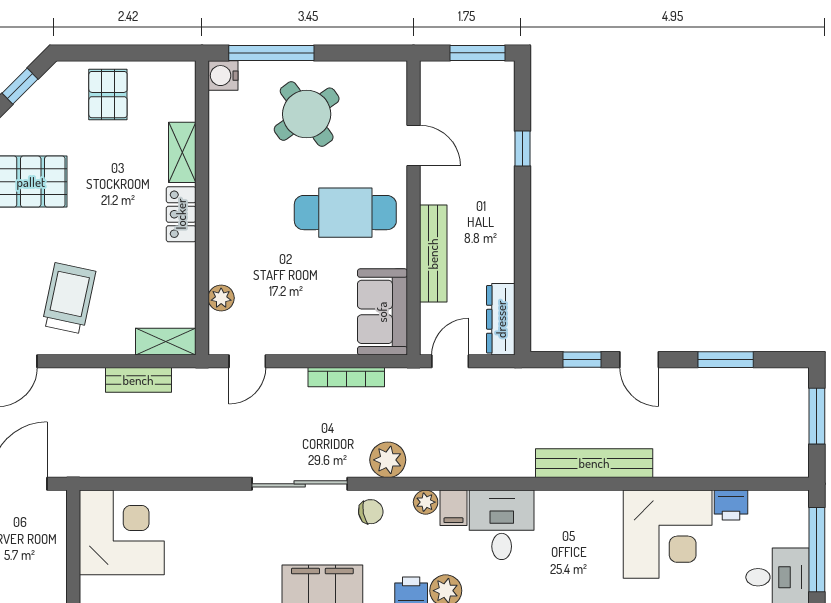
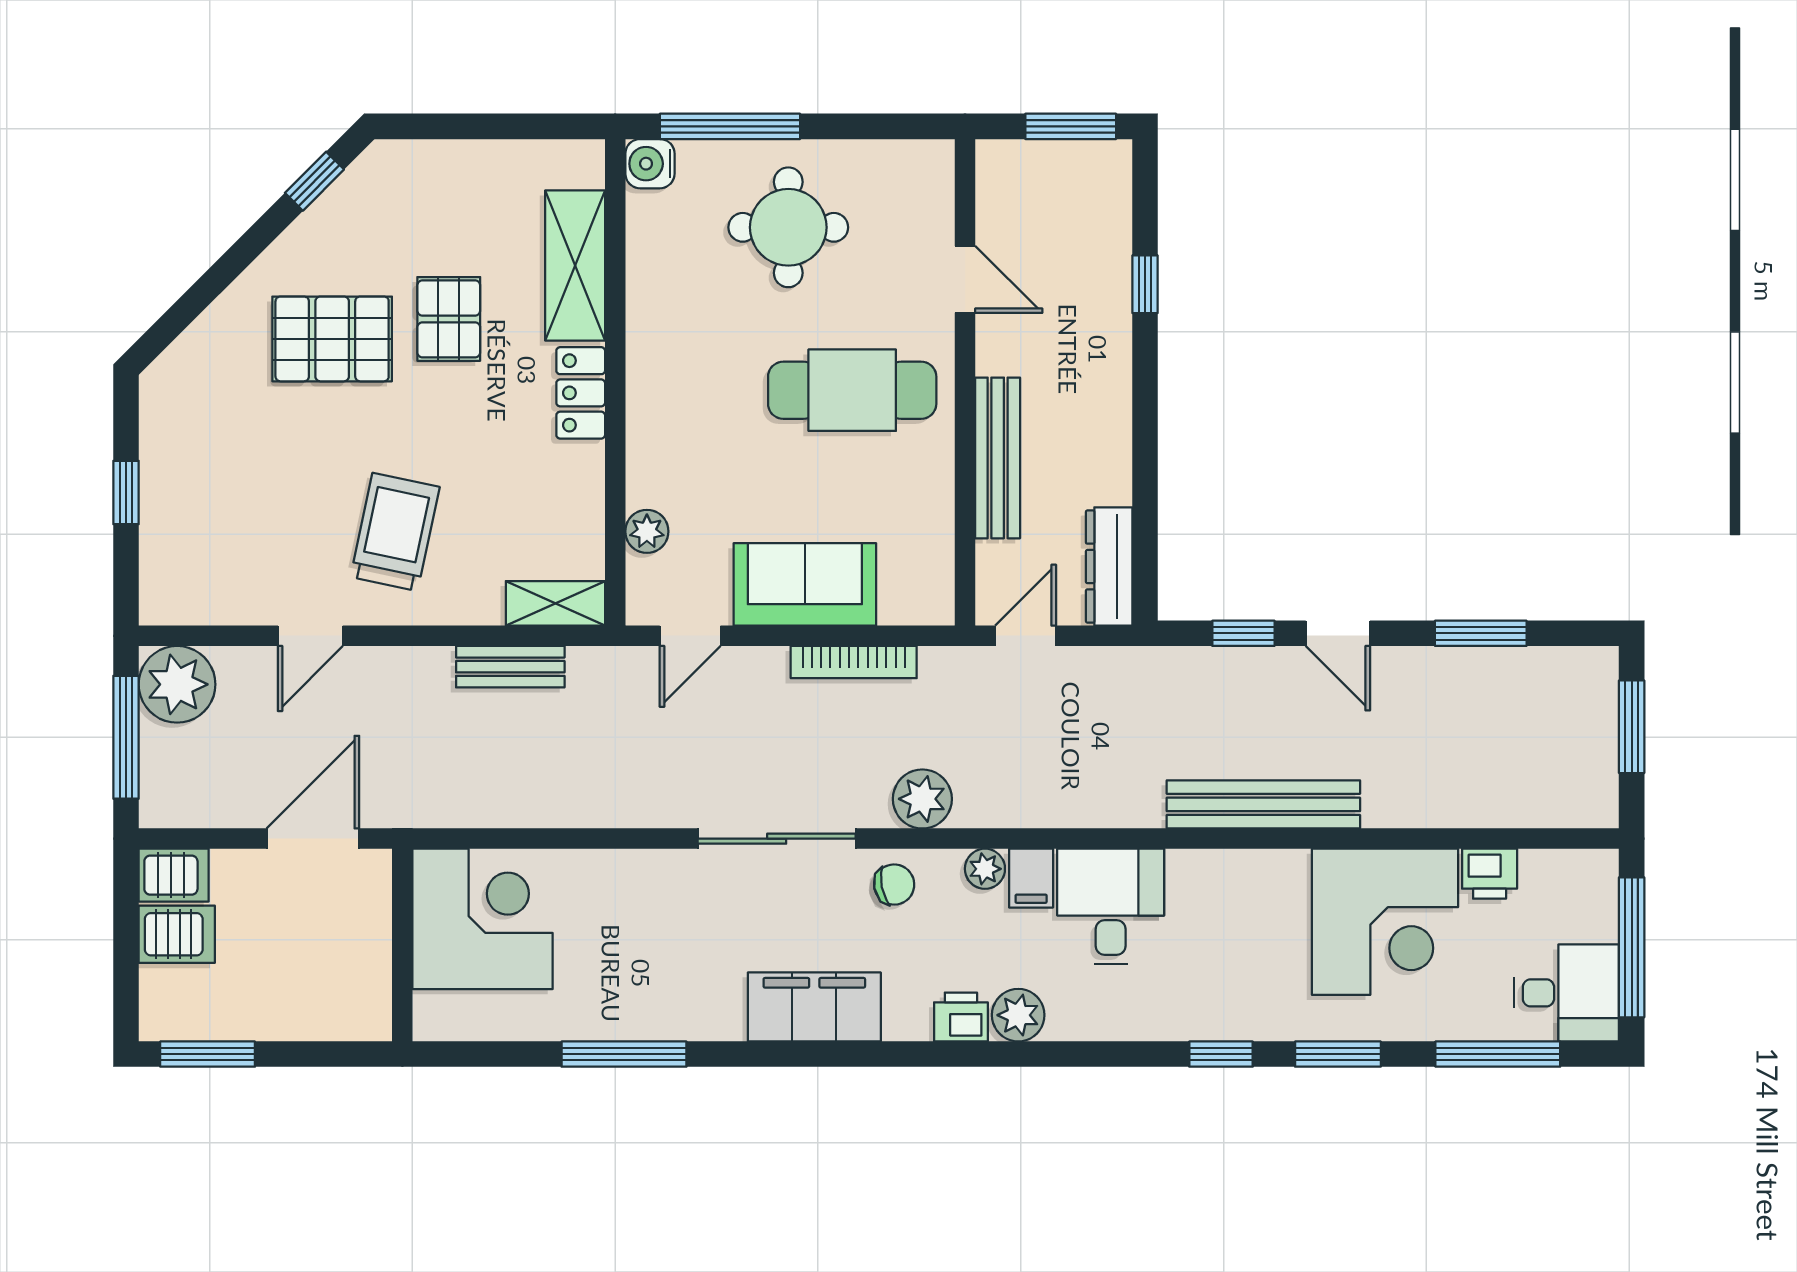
pallet: (108, 95) -> (449, 319), moved
round table: (307, 114) -> (788, 227), turned 36
shelving: (182, 152) -> (575, 266), width x1.50, depth x1.33
sofa: (382, 312) -> (805, 584), moved, turned 90

